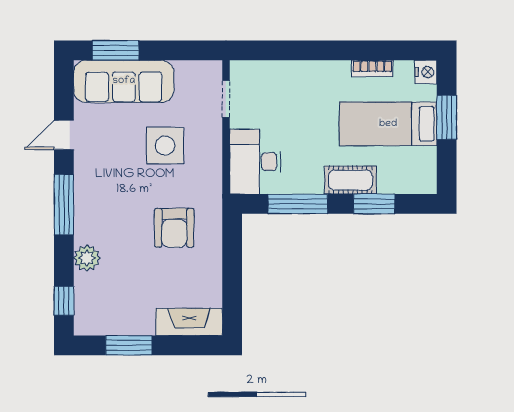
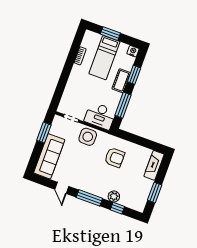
window: (115, 50) -> (44, 133), moved
nightstand: (426, 72) -> (133, 51), moved
side table: (165, 146) -> (88, 137), moved
window: (64, 301) -> (117, 208), moved

